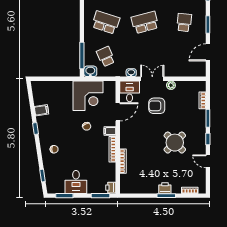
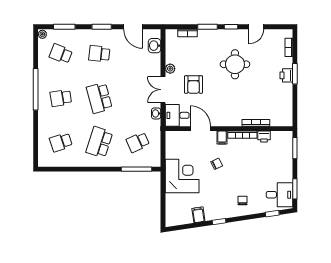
washbasin: (90, 71) -> (155, 46), moved
corner desk: (88, 96) -> (182, 176), moved
round table: (175, 143) -> (235, 64), turned 45
desk: (76, 182) -> (279, 195), moved
printer: (111, 188) -> (264, 137), moved

